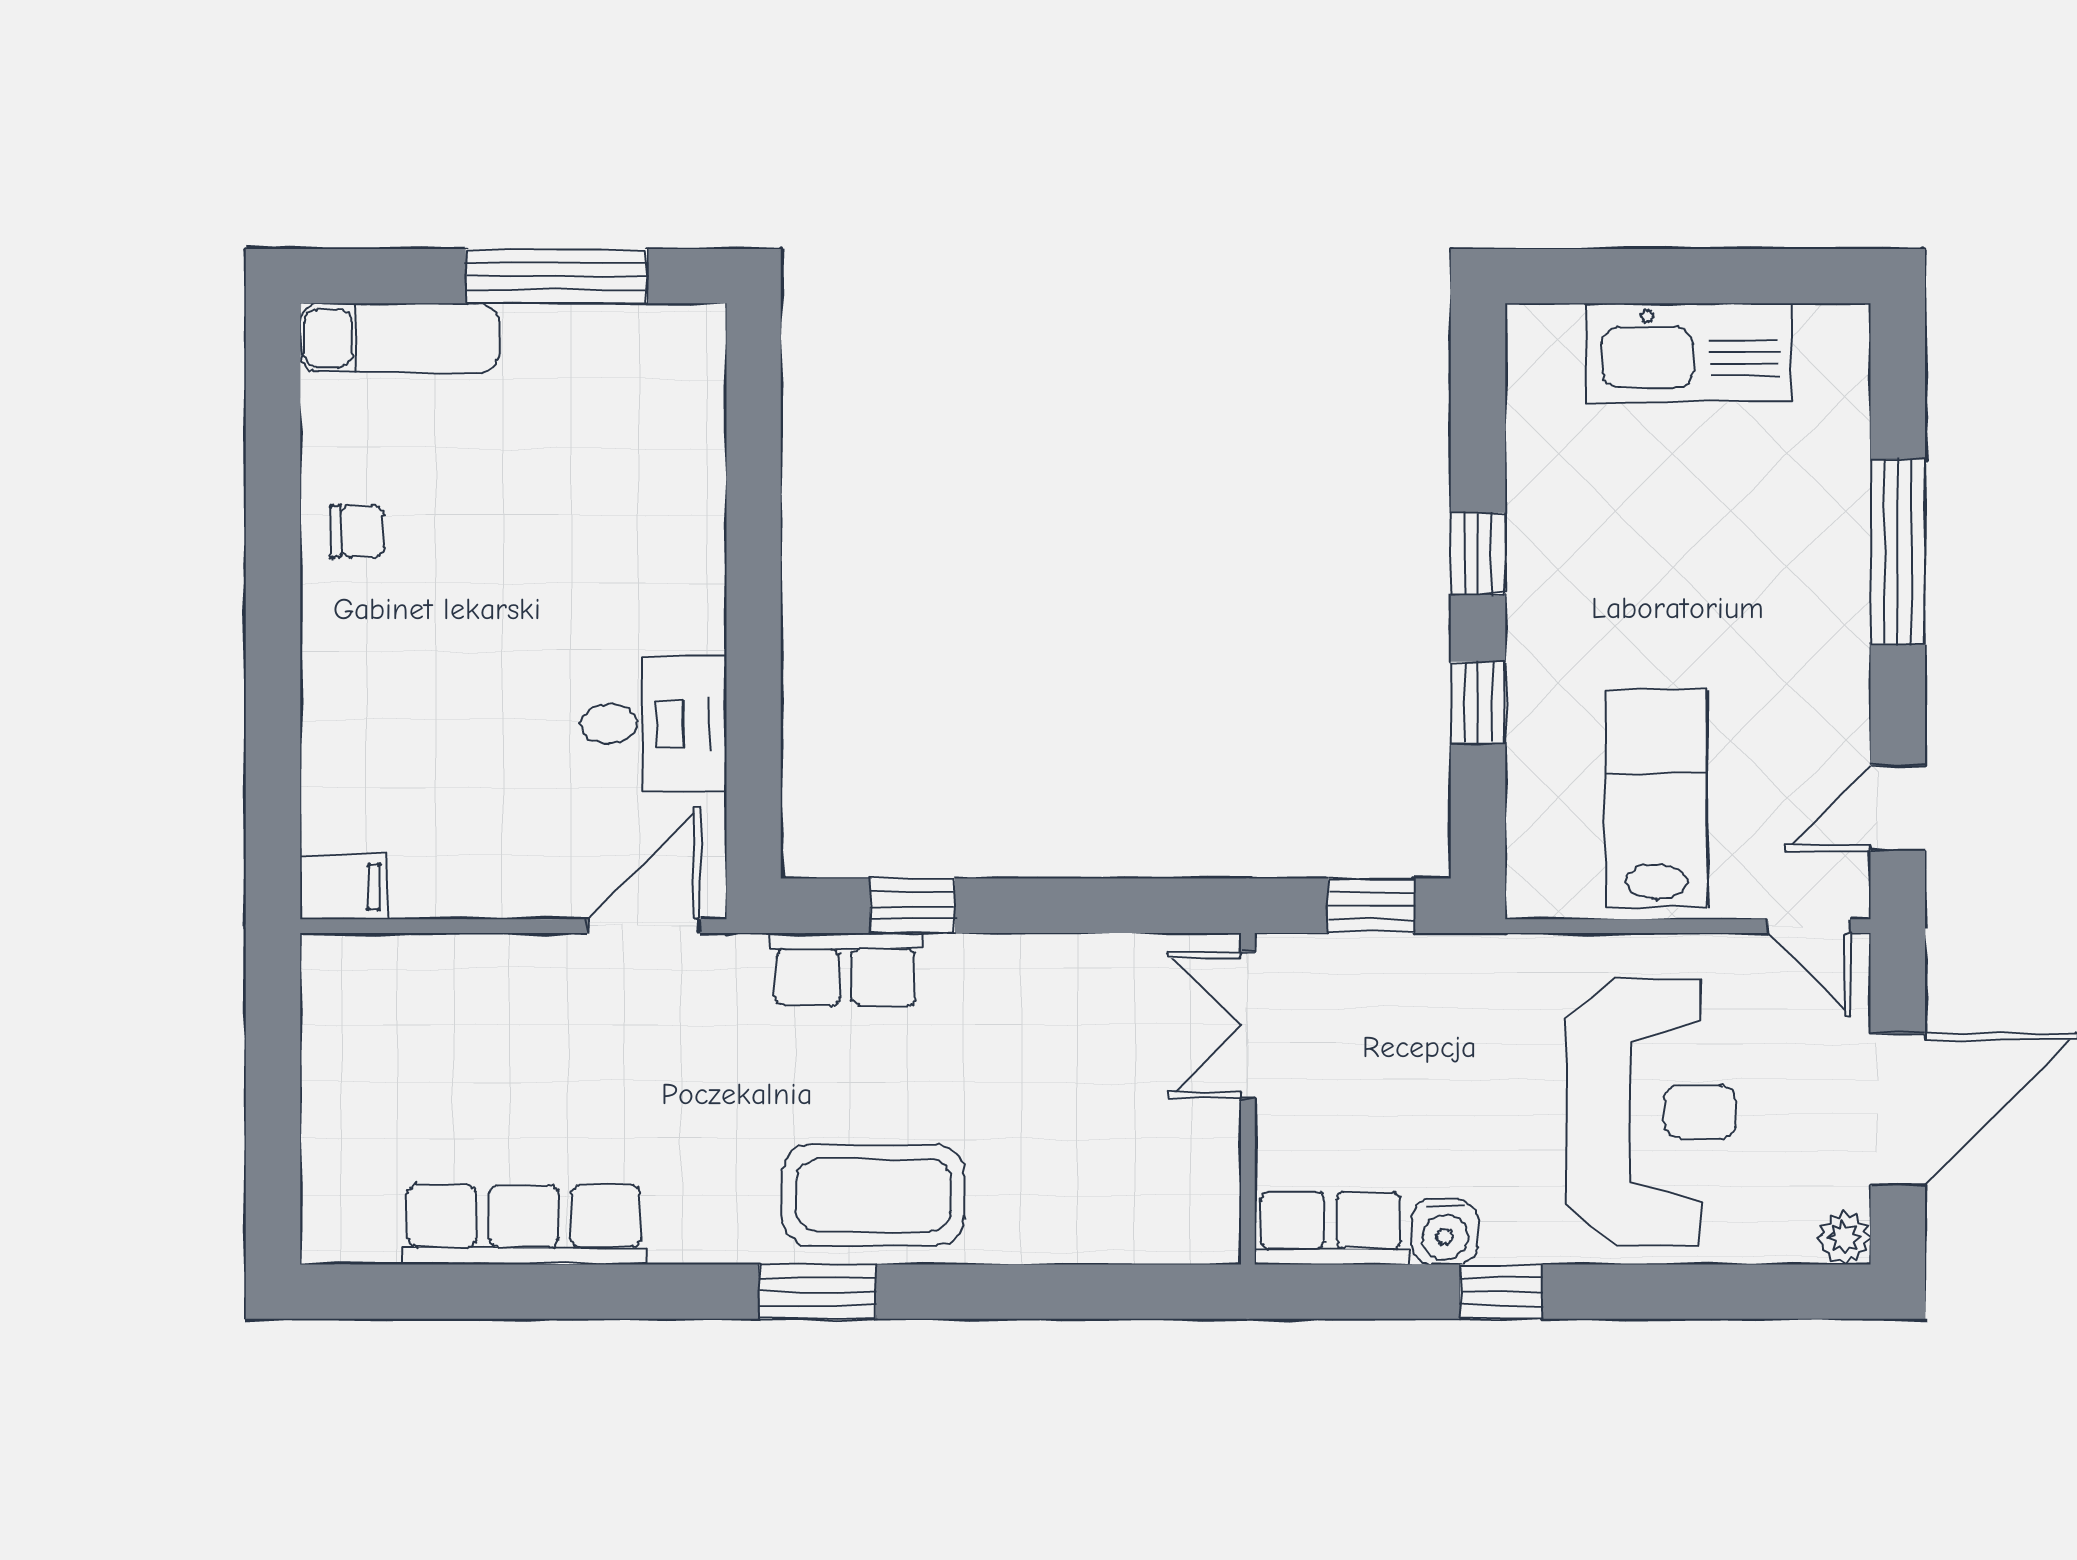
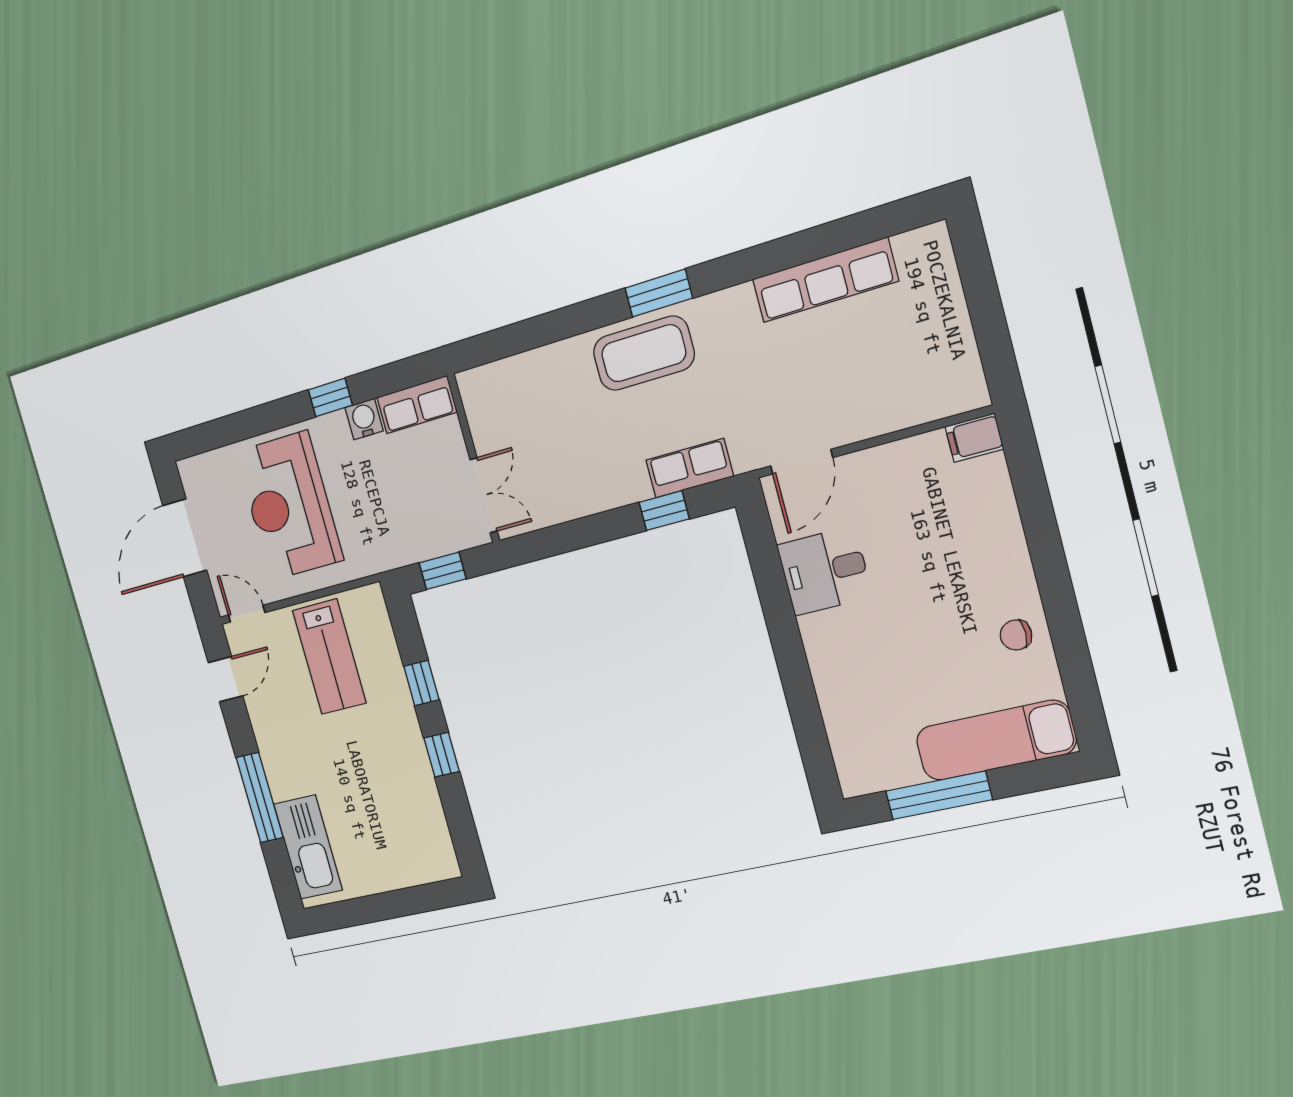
exam couch: (399, 338) -> (996, 740), width x1.36, depth x1.45
kitchen sink: (1689, 353) -> (308, 847), moved, turned 90
plant: (1844, 1238) -> (190, 470), removed

